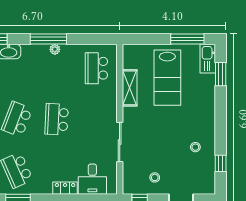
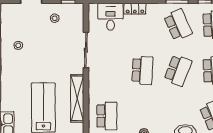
shelving: (130, 88) -> (77, 98), width x1.47

